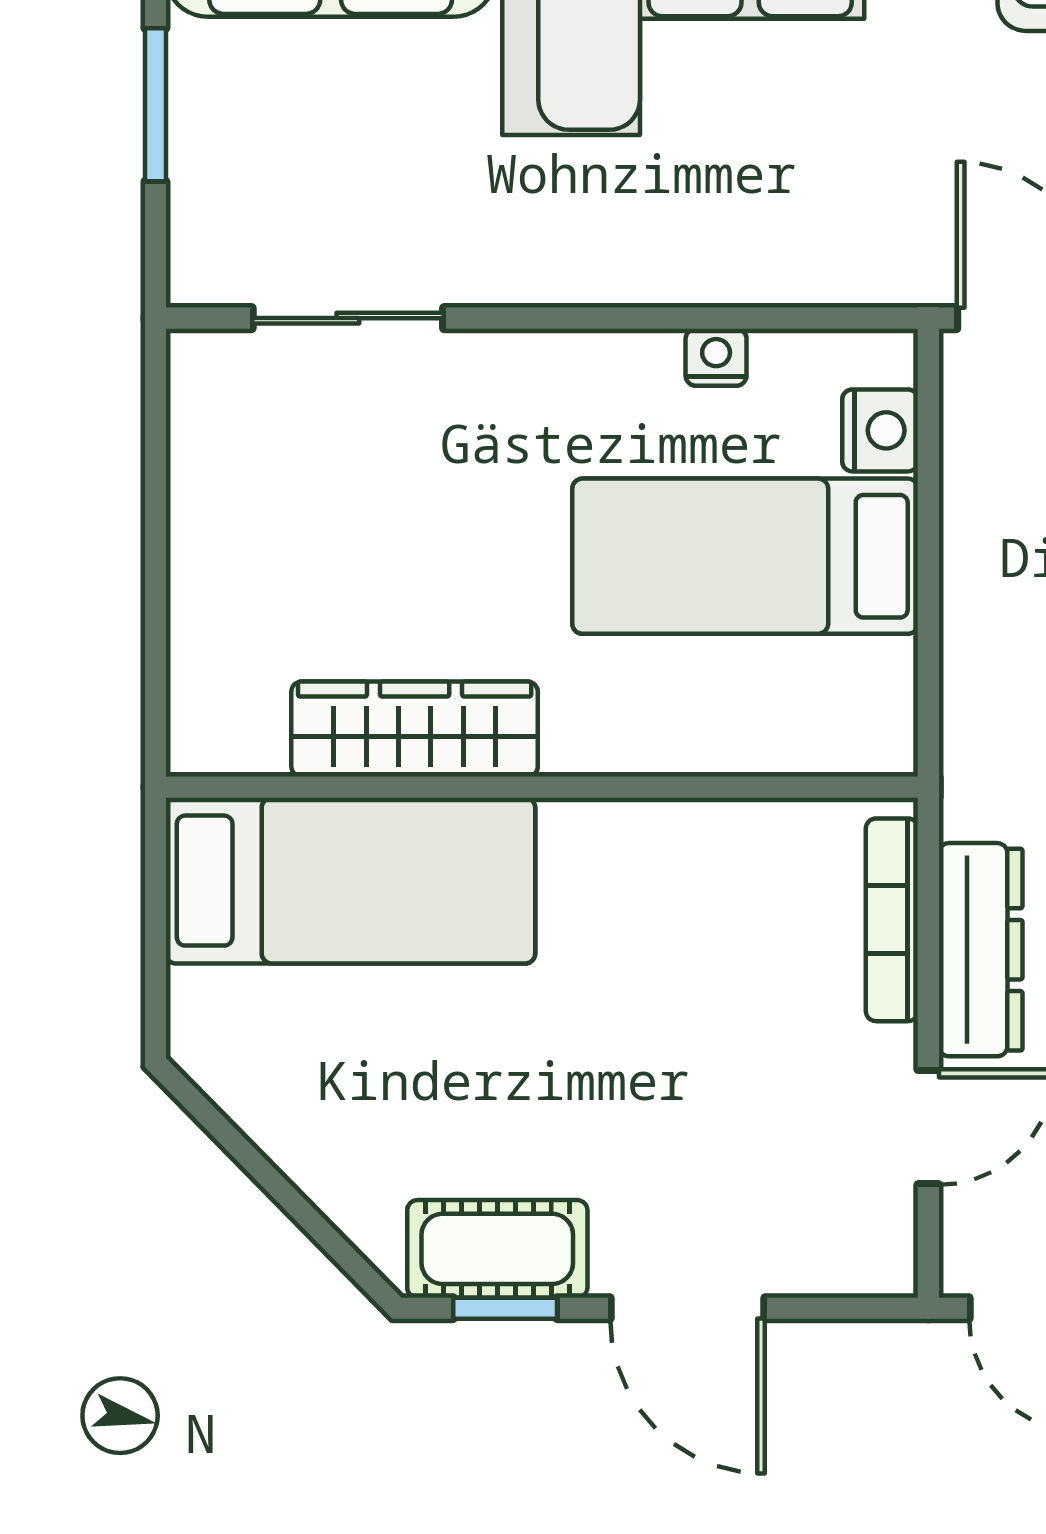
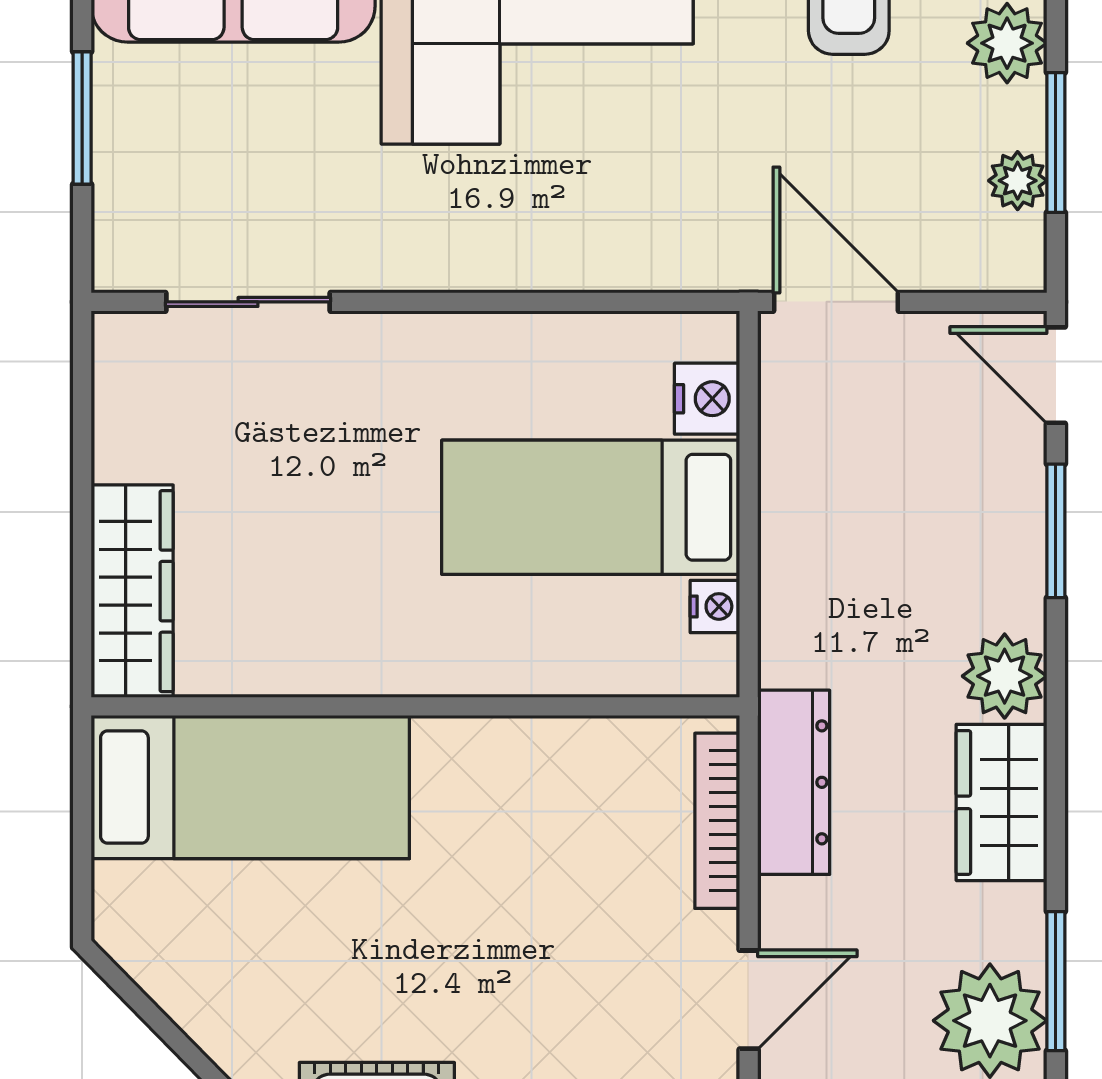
nightstand: (716, 357) -> (715, 606), moved, turned 90
wardrobe: (415, 729) -> (132, 591), moved, turned 90
dresser: (981, 950) -> (794, 782), moved

